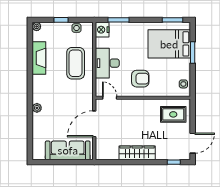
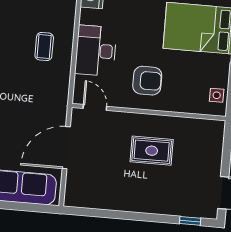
coffee table: (76, 63) -> (44, 46), width x0.54, depth x0.58
rug: (173, 114) -> (152, 151), moved
wardrobe: (137, 153) -> (132, 201), removed

